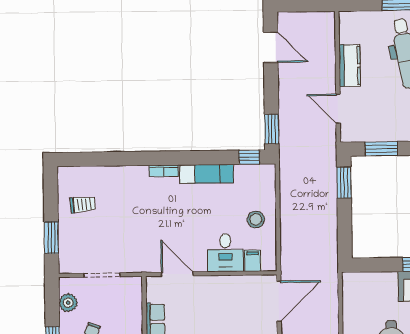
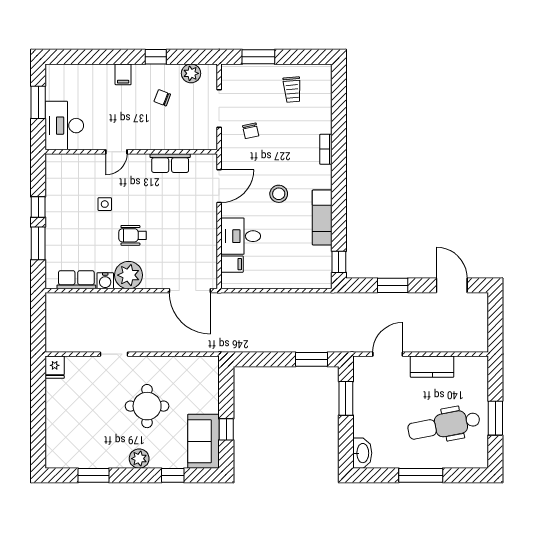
door: (271, 47) -> (452, 285), swing flipped
window: (272, 129) -> (393, 285), moved
bookcase: (164, 171) -> (326, 149), moved
stool: (256, 219) -> (279, 194), moved
chair: (123, 244) -> (251, 131), added

